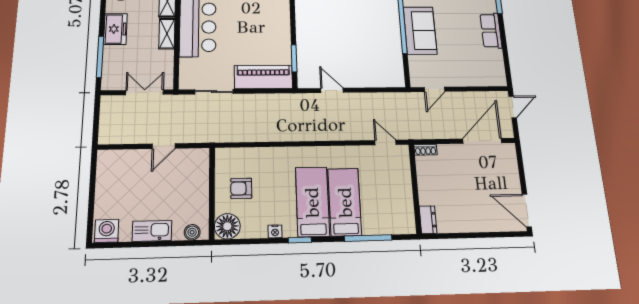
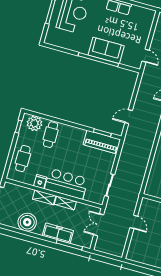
freezer: (115, 29) -> (58, 233), width x1.40
piano: (263, 77) -> (102, 142), moved, turned -90

